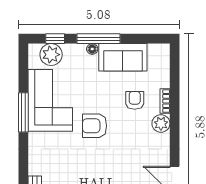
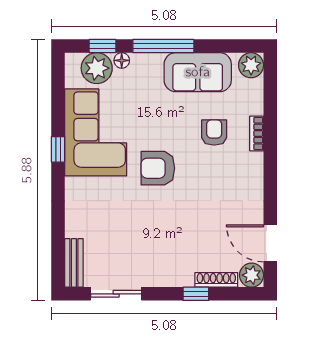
floor lamp: (92, 49) -> (122, 60), moved
window: (23, 112) -> (58, 149), width x0.46
plant: (161, 123) -> (251, 65), moved

